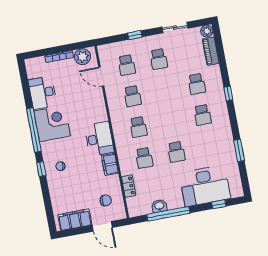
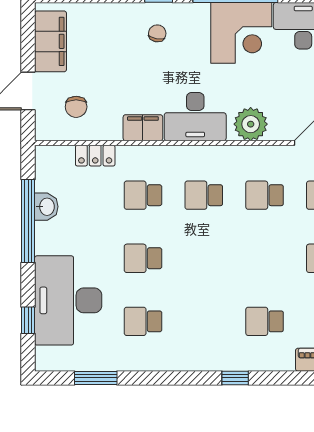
plant: (98, 110) -> (251, 124), added
school desk: (202, 115) -> (143, 321), moved
window: (239, 150) -> (96, 378), moved

